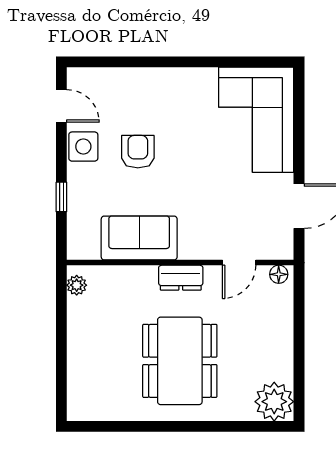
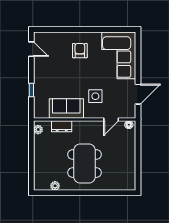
side table: (83, 147) -> (95, 96), moved
armchair: (138, 152) -> (80, 51), moved
dresser: (181, 278) -> (62, 126), moved
plant: (274, 402) -> (55, 186), moved, width x0.53, depth x0.53

